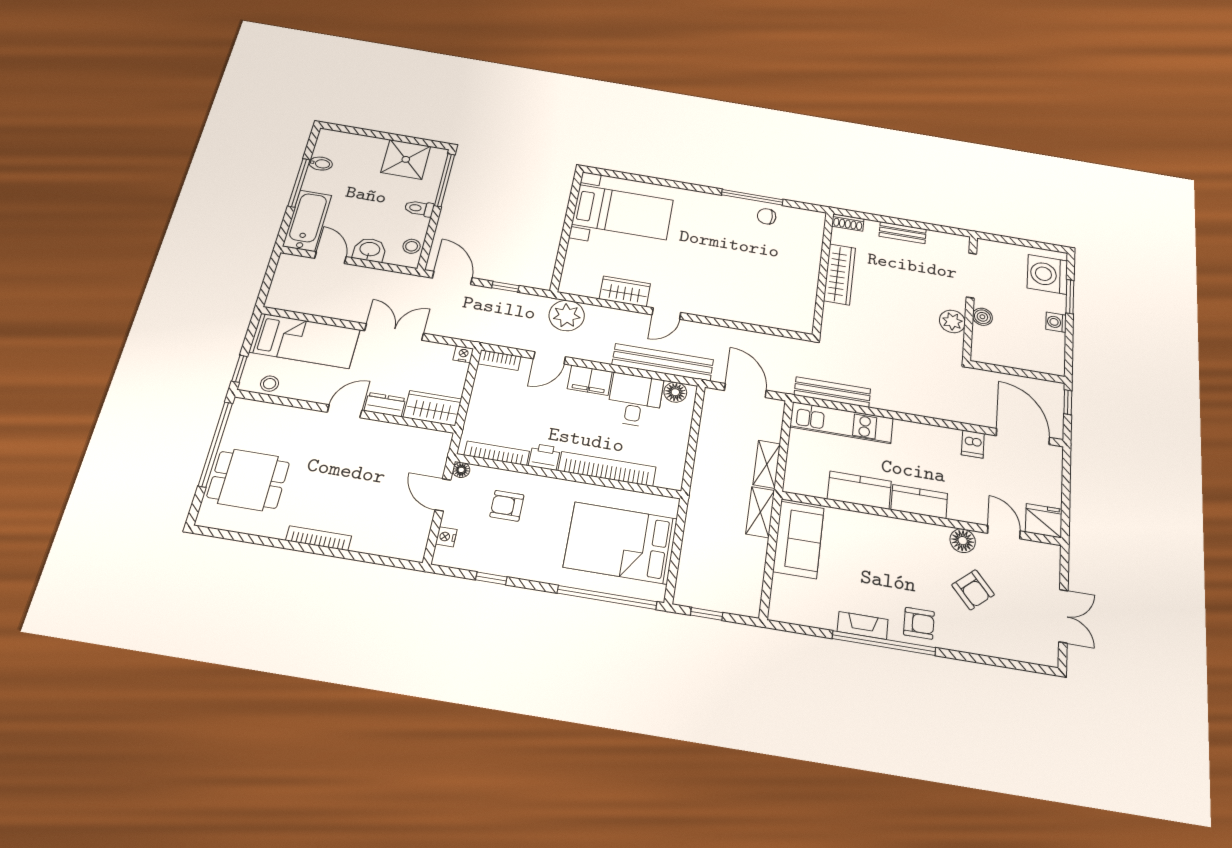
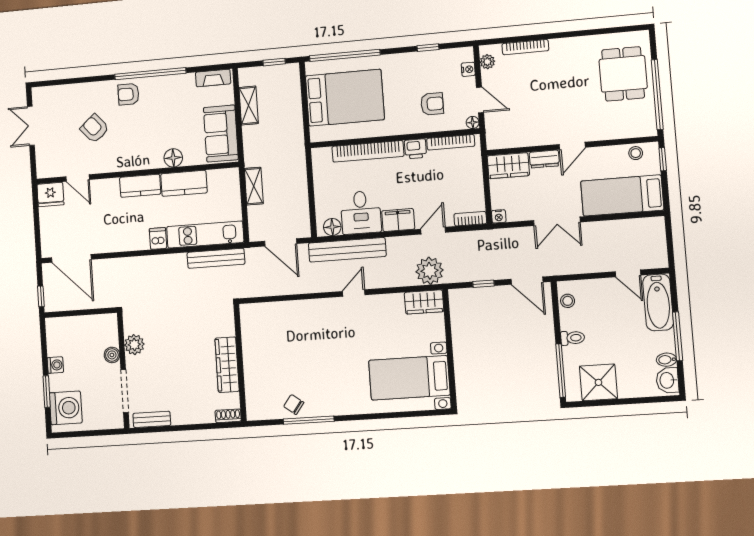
chair: (767, 216) -> (294, 405), turned -143
bench: (903, 233) -> (152, 419), moved
washbasin: (370, 250) -> (667, 380), moved, turned 90
wardrobe: (625, 291) -> (424, 302), moved
dishwasher: (973, 444) -> (158, 238), moved
dining table: (248, 480) -> (623, 74), turned 90
shelving: (760, 512) -> (249, 106), moved
bookcase: (319, 538) -> (525, 47), moved
plant: (418, 540) -> (487, 62), added
floor lamp: (963, 541) -> (173, 158), moved
fireplace: (863, 625) -> (213, 78), moved

